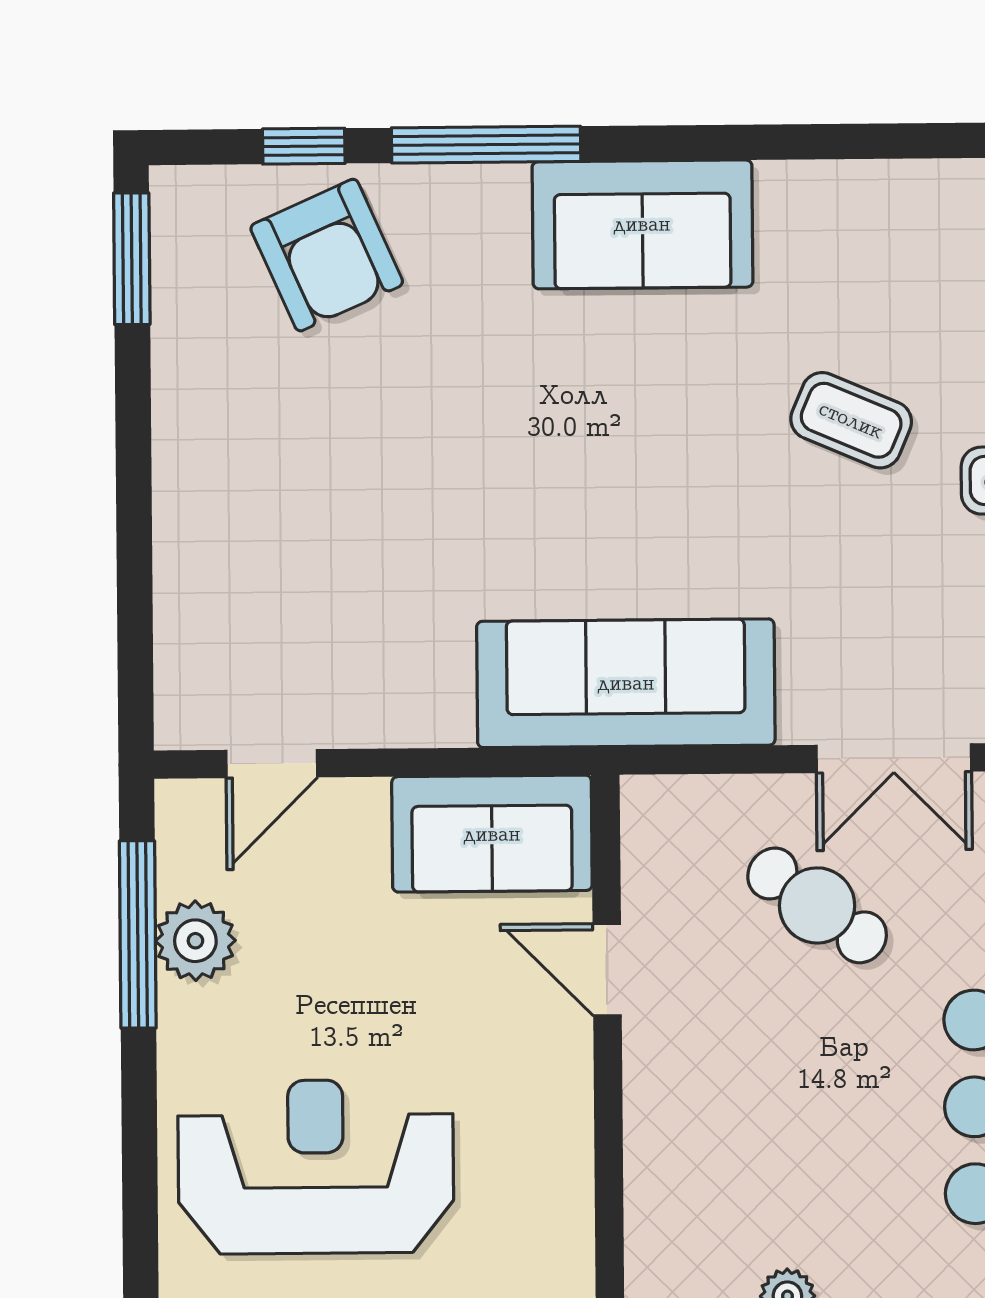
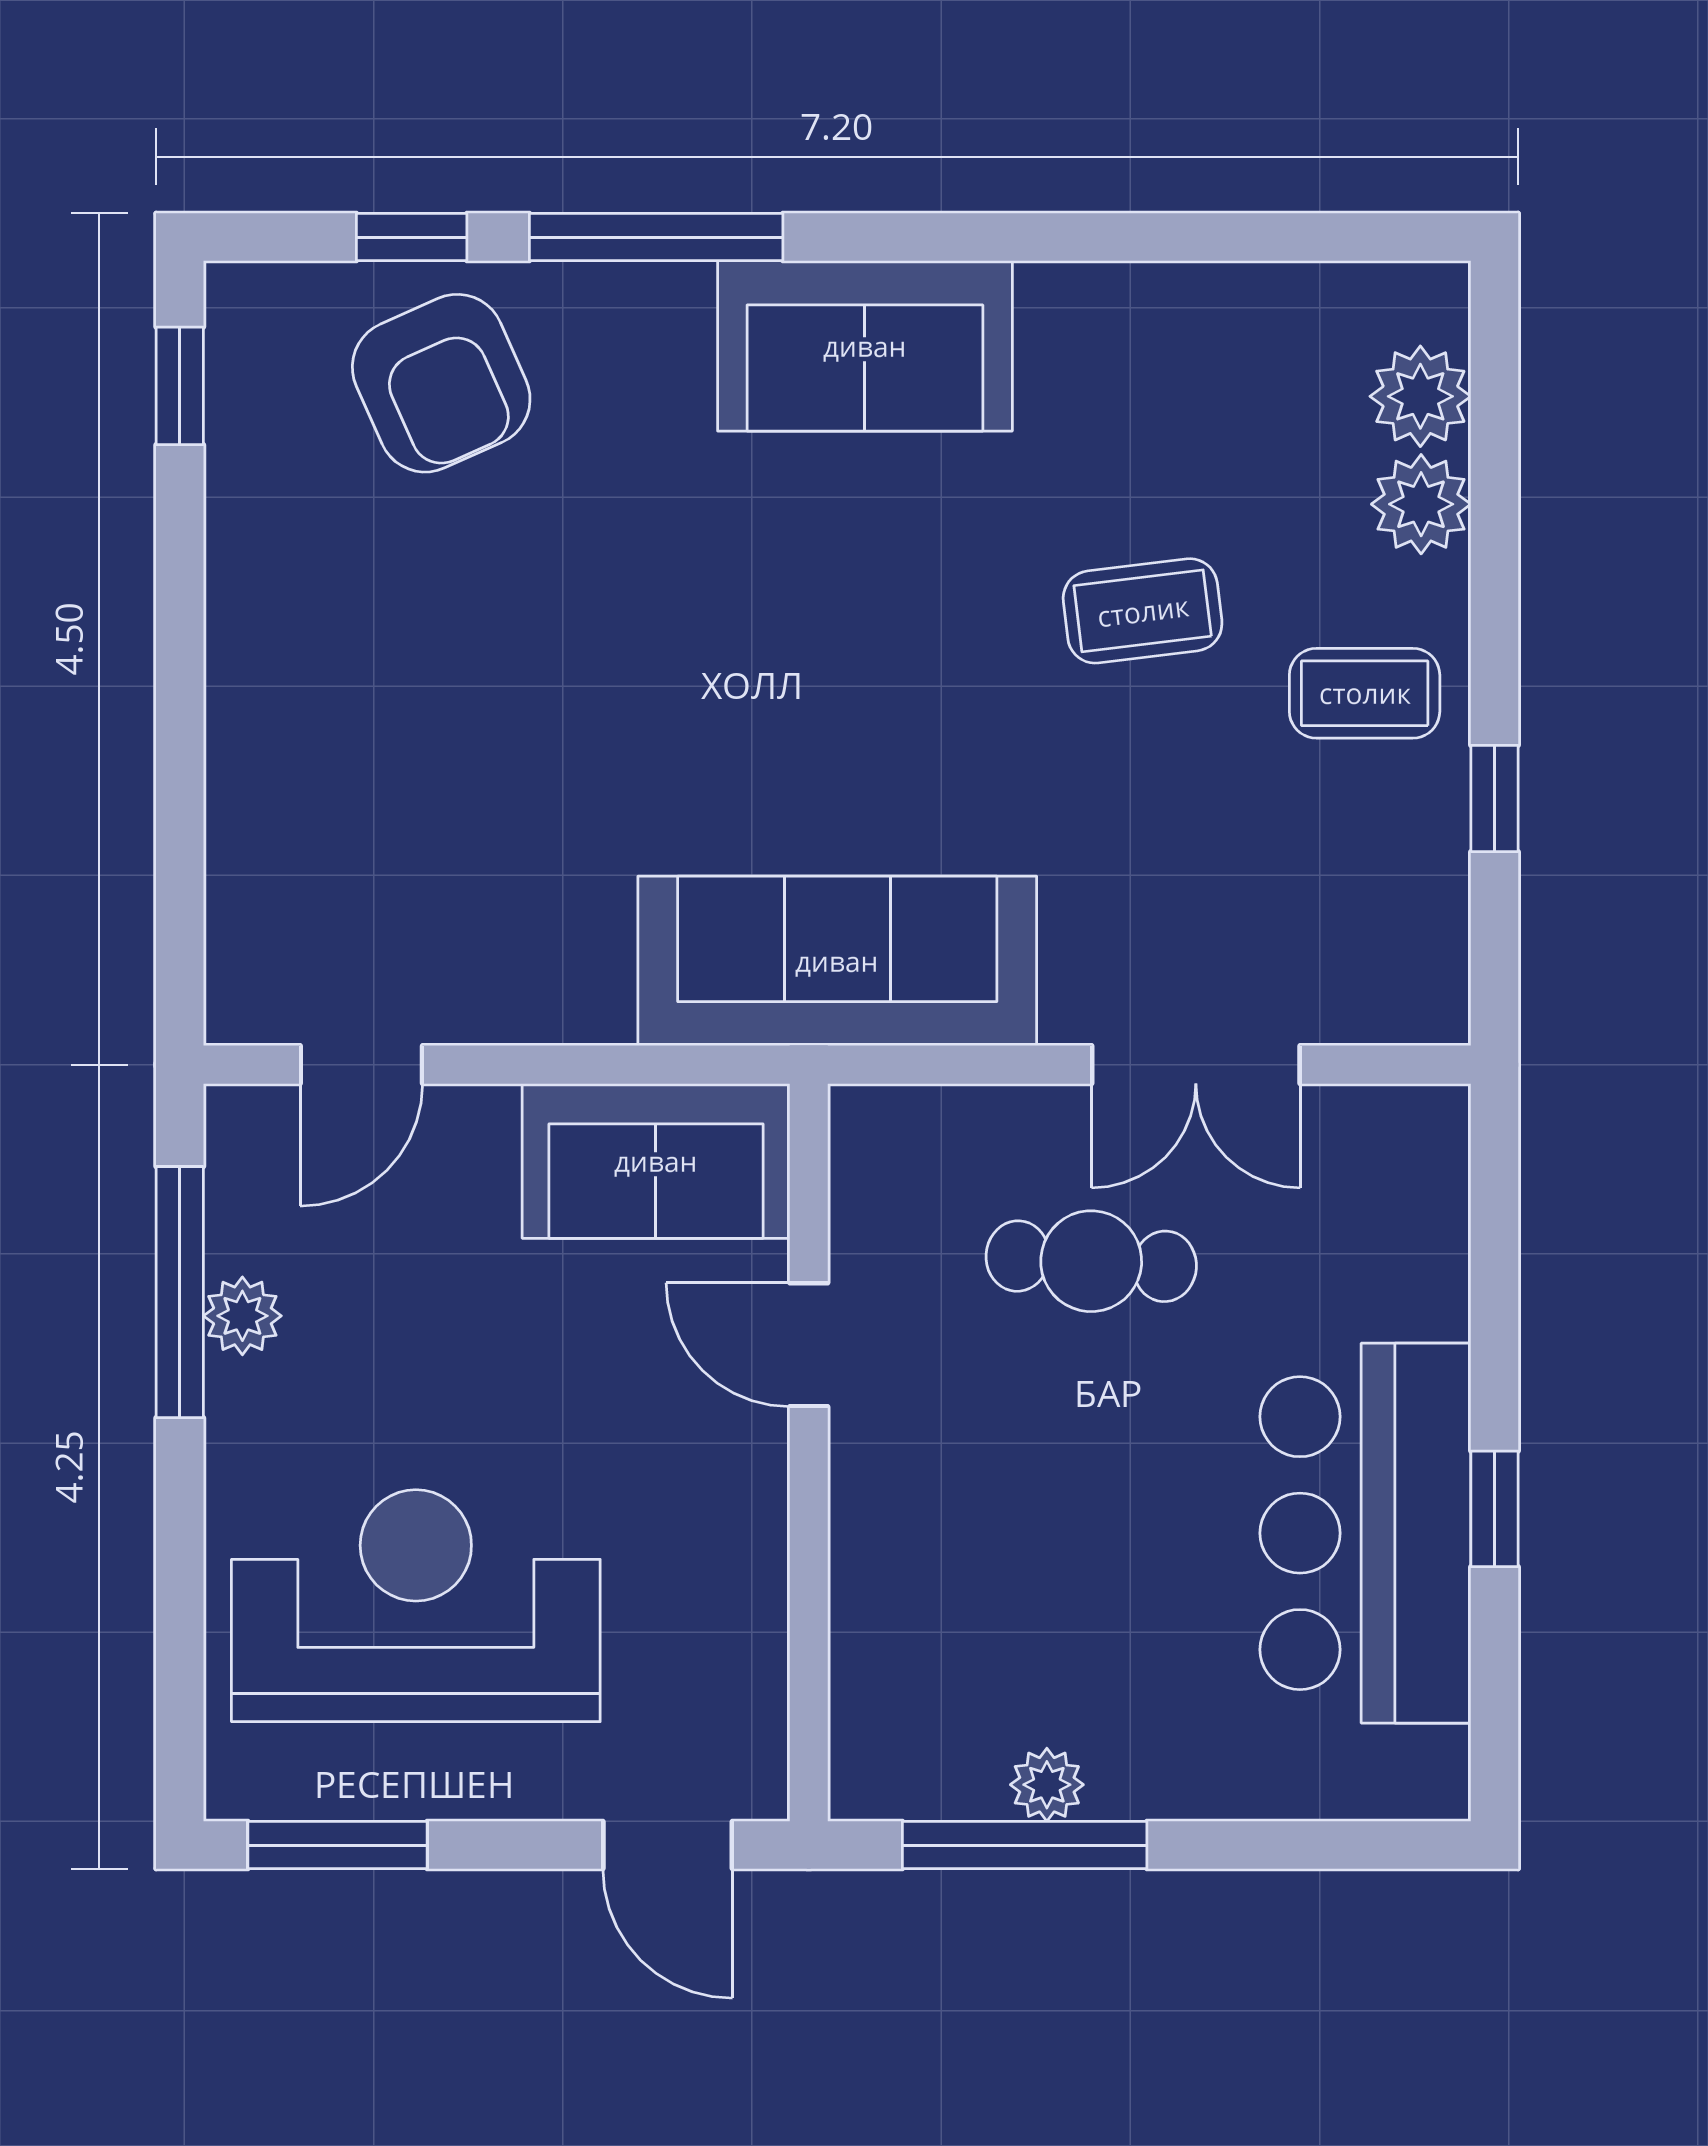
window: (132, 259) -> (180, 386), width x0.67
coffee table: (851, 420) -> (1143, 611), turned -30
cafe table: (817, 905) -> (1091, 1261), turned -32
plant: (195, 941) -> (242, 1316), width x0.73, depth x0.73

